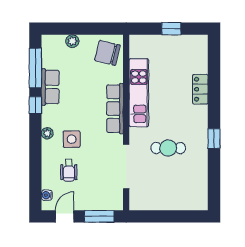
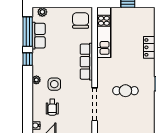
plant: (72, 41) -> (42, 12), moved
chair: (107, 53) -> (81, 20), turned 76
row of seats: (50, 87) -> (39, 36), moved
kitchen unit: (139, 93) -> (104, 32), moved

